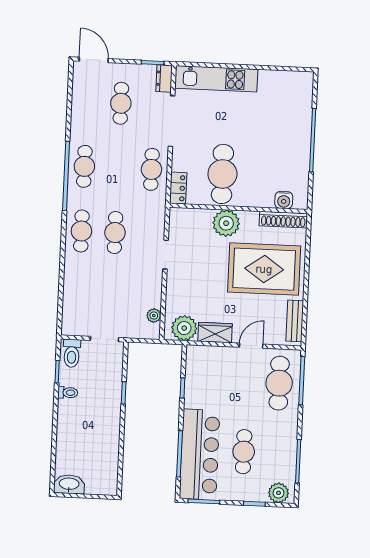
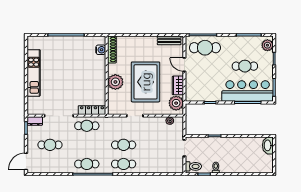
kitchen unit: (216, 79) -> (34, 73), moved
cafe table: (222, 174) -> (88, 85), removed
locker: (178, 188) -> (92, 110), width x1.53
rug: (264, 269) -> (146, 82), moved
washbasin: (69, 484) -> (268, 145), moved

